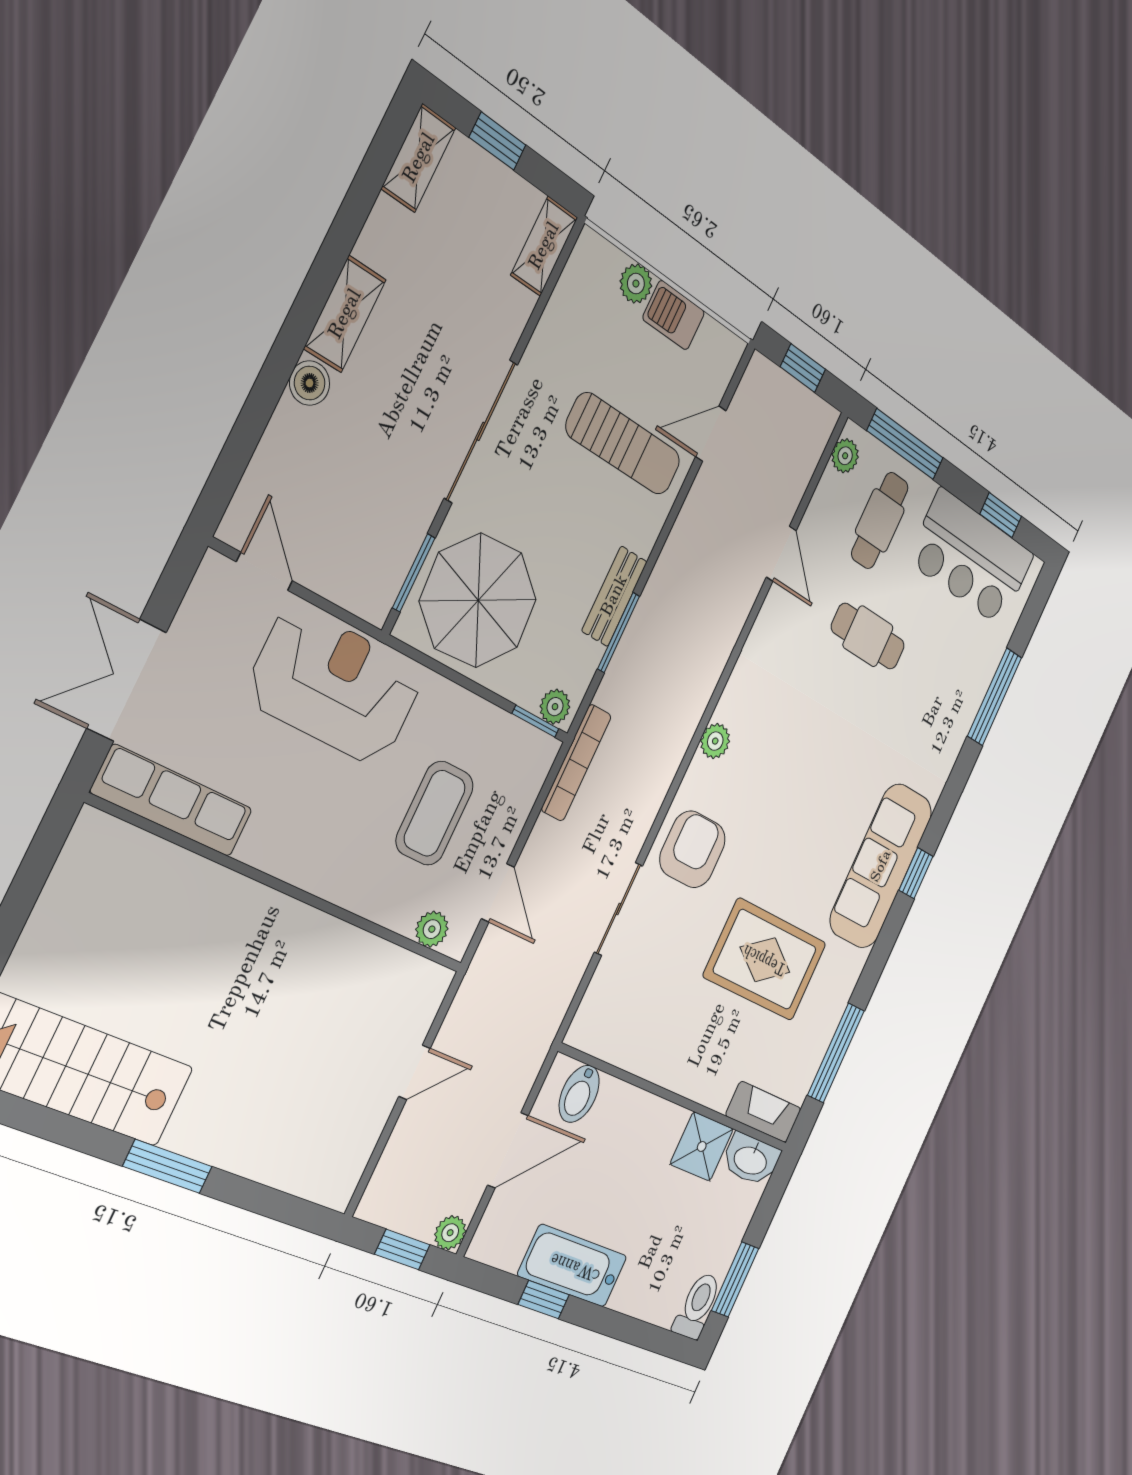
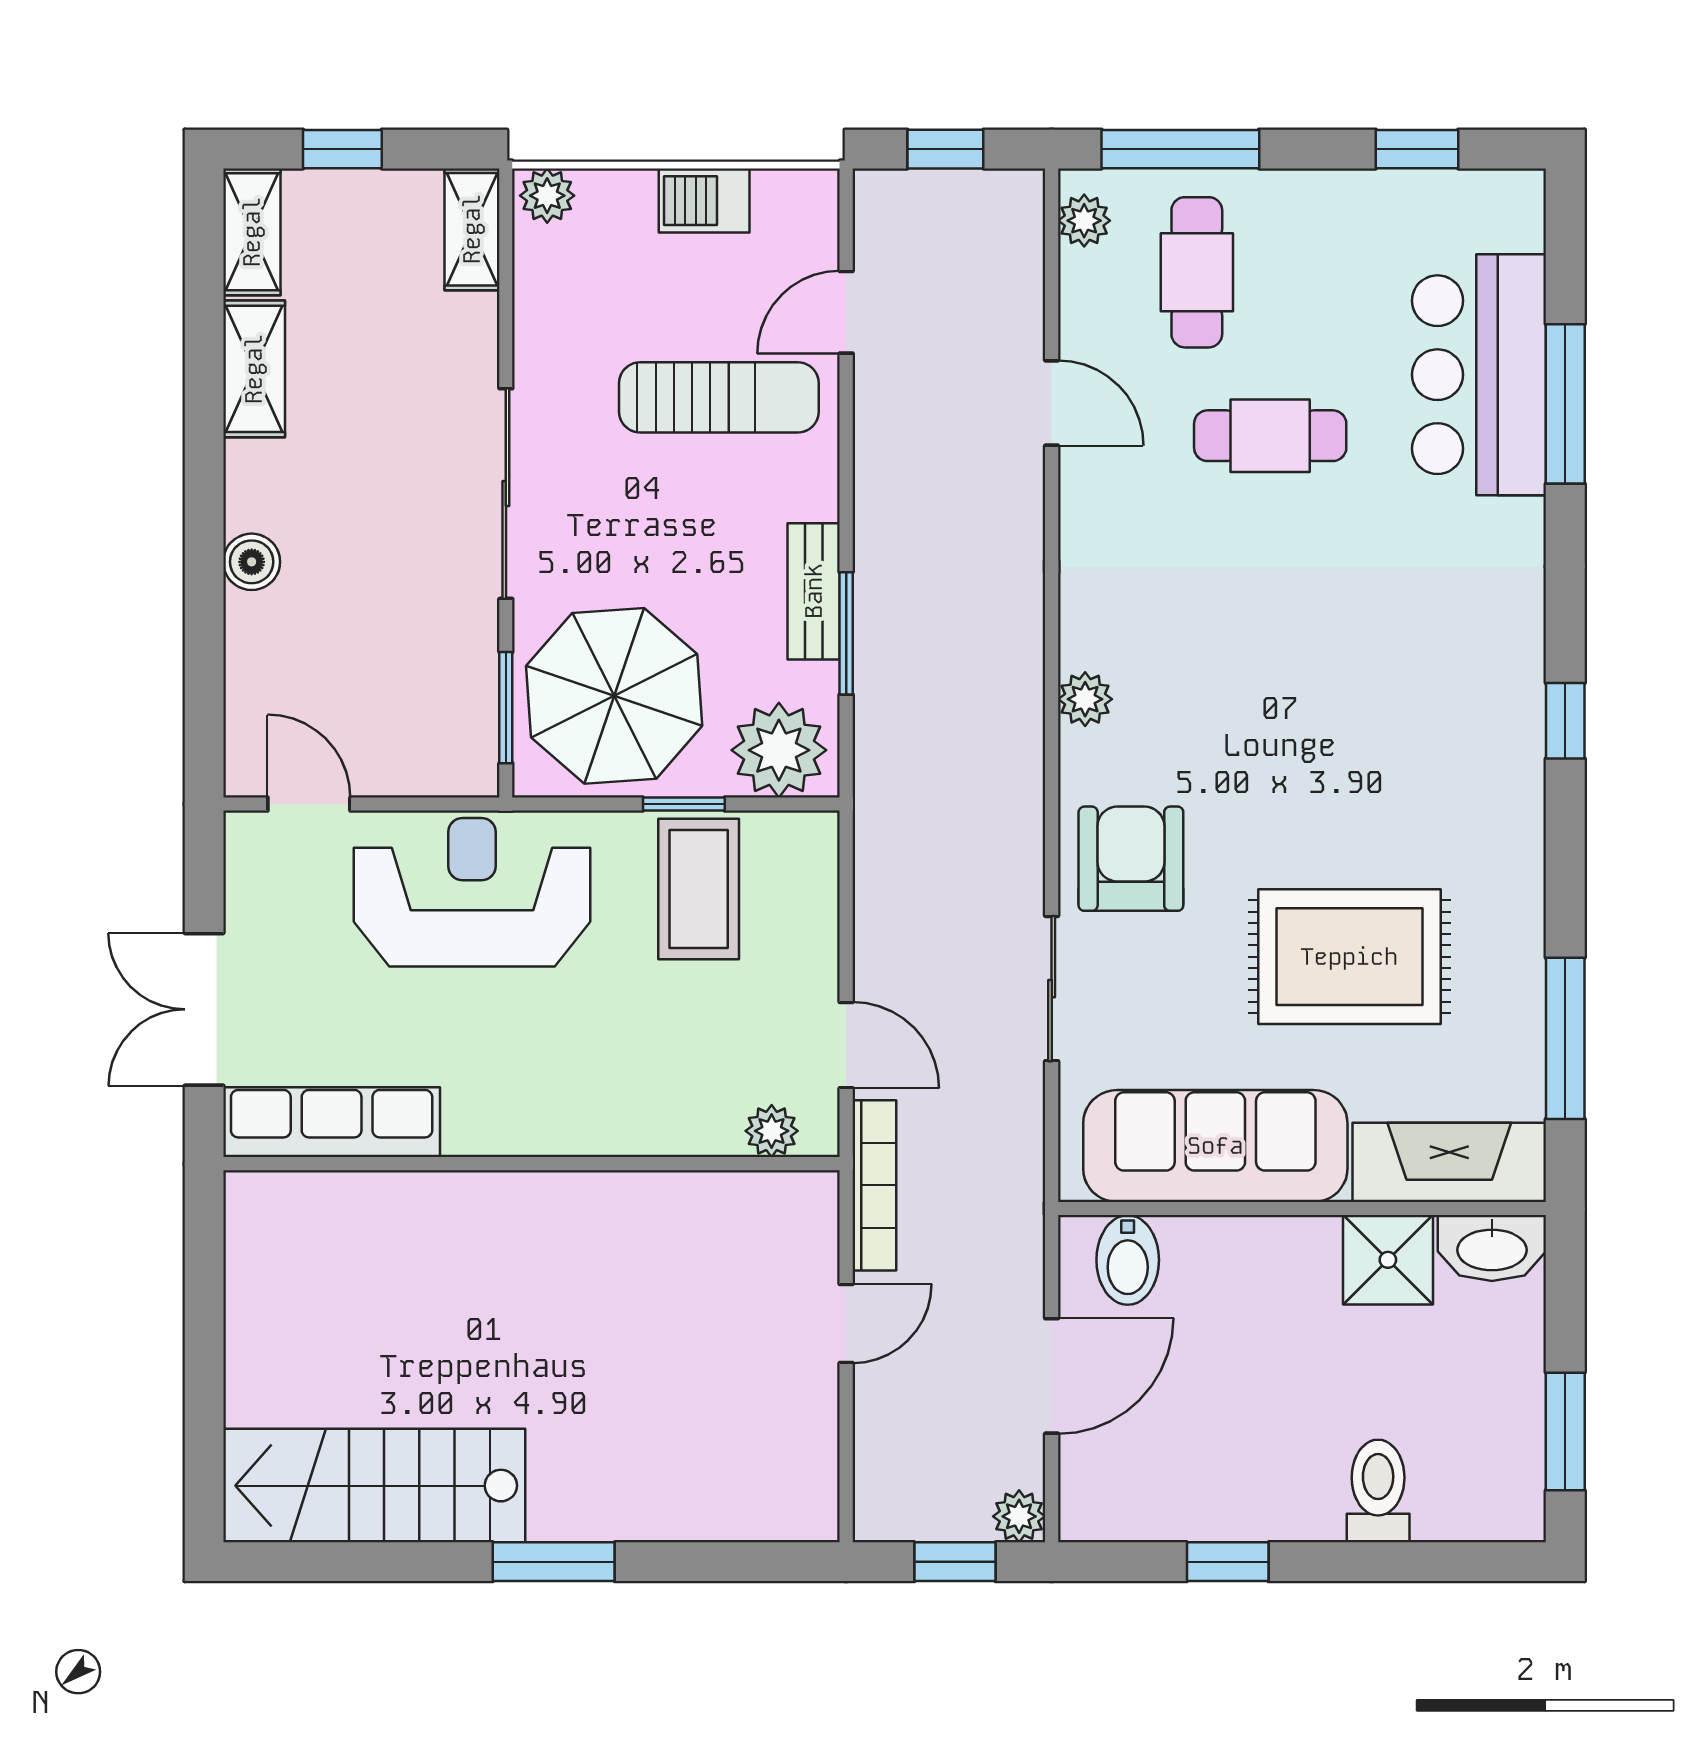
plant: (636, 284) -> (547, 196), moved
shelving: (345, 314) -> (254, 369), moved
bar counter: (971, 558) -> (1479, 375), moved, turned 90
plant: (555, 707) -> (779, 750), width x1.88, depth x1.88
window: (535, 721) -> (684, 804), moved
bookcase: (576, 763) -> (874, 1185), moved
coffee table: (435, 813) -> (699, 889), moved
sofa: (881, 866) -> (1215, 1146), moved, turned 90
fireplace: (763, 1112) -> (1449, 1162), width x1.37, depth x1.32
bathtub: (573, 1266) -> (1252, 1500), removed
toilet: (697, 1306) -> (1378, 1491), moved

